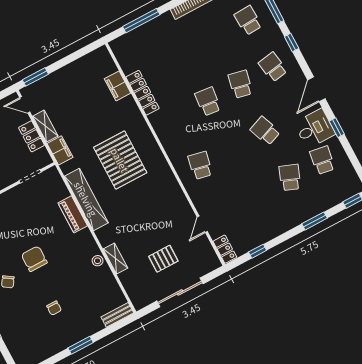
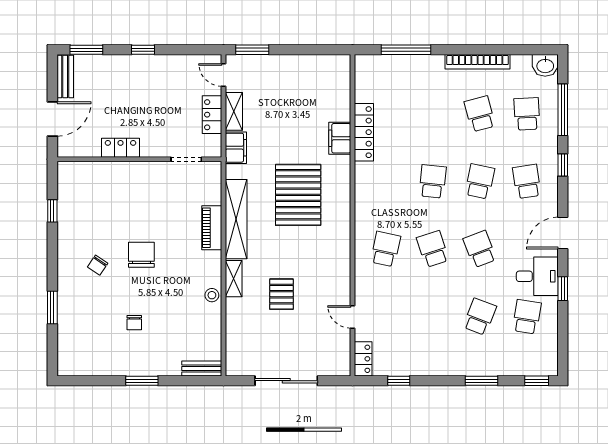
school desk: (216, 38) -> (480, 114), added
filing cabinet: (118, 86) -> (340, 138), moved
school desk: (233, 148) -> (433, 249), added
door: (202, 224) -> (352, 317), hinge flipped
shelving: (115, 259) -> (234, 279), moved
pallet: (163, 259) -> (281, 294), moved, turned 90

